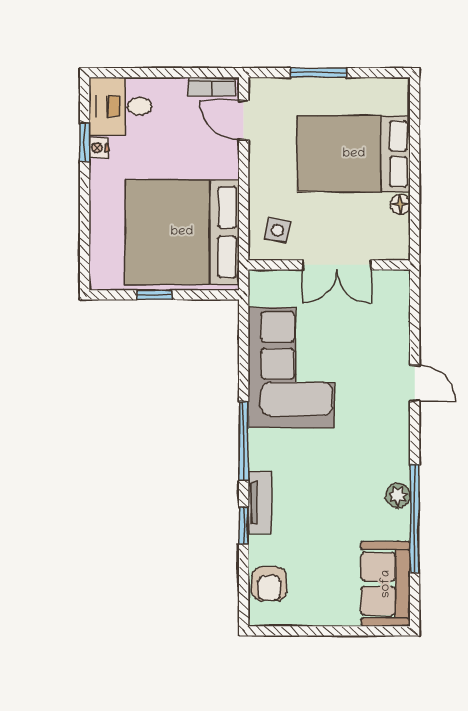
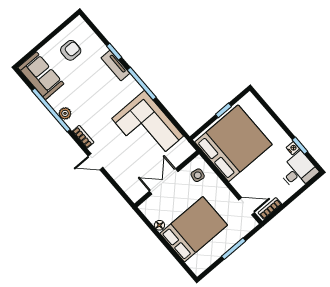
bookcase: (401, 437) -> (83, 137), added
armchair: (269, 584) -> (71, 50), moved, turned 90

